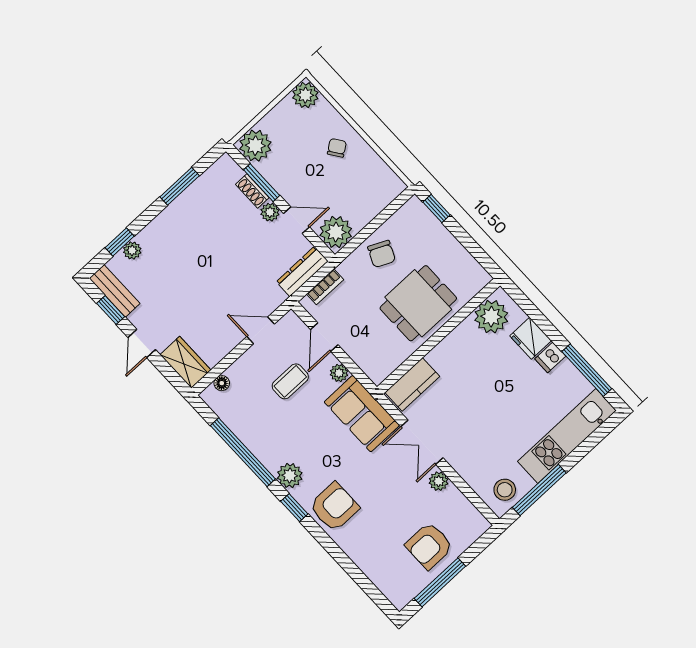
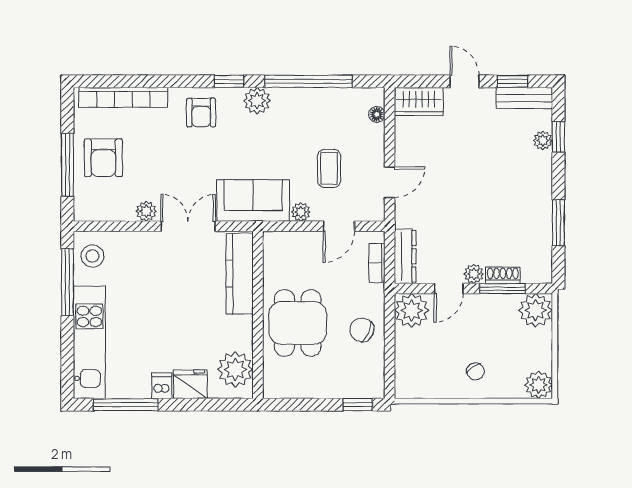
door: (324, 337) -> (339, 226), swing flipped
kitchen counter: (412, 384) -> (240, 274), width x1.50
armchair: (334, 507) -> (201, 113), width x0.72, depth x0.72
armchair: (429, 546) -> (103, 158), turned 180
bookcase: (374, 571) -> (123, 97), added
window: (440, 582) -> (67, 165), moved

